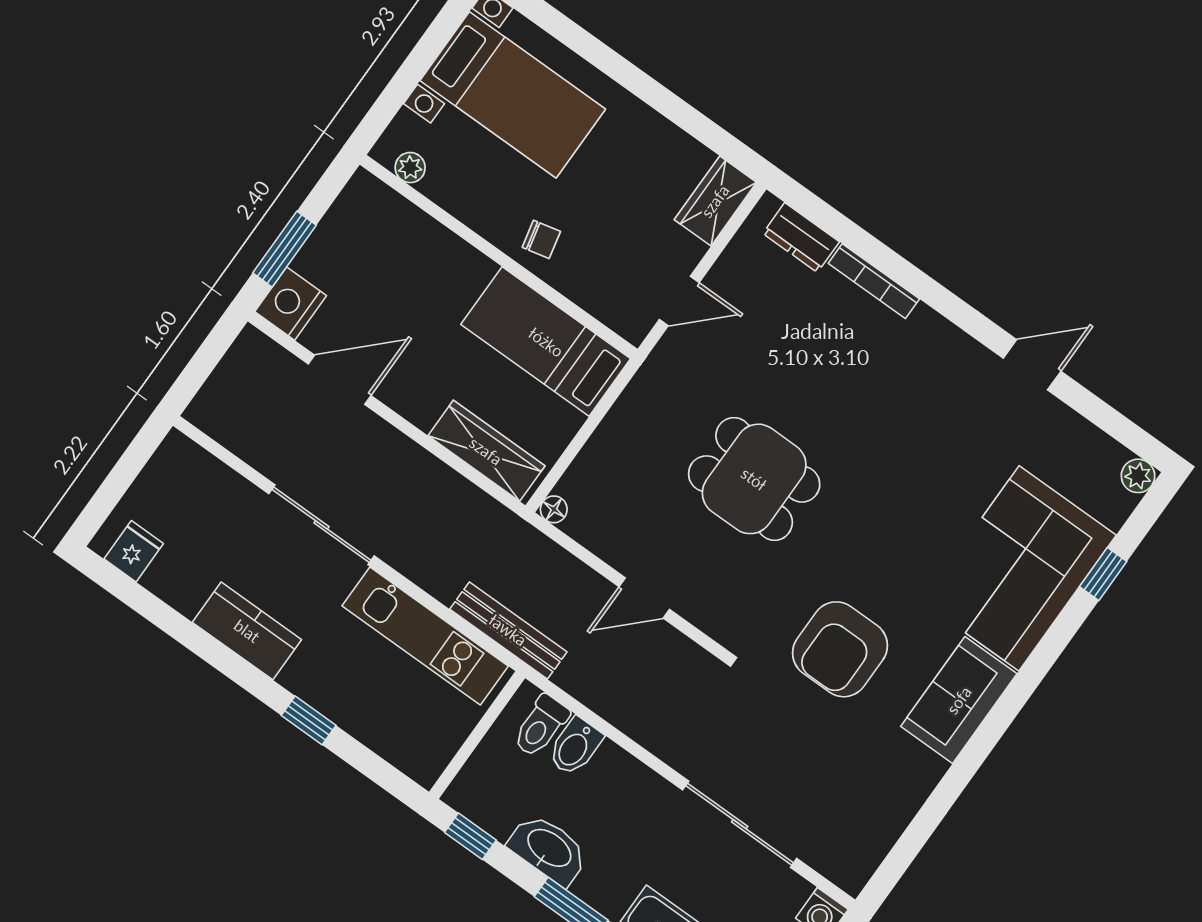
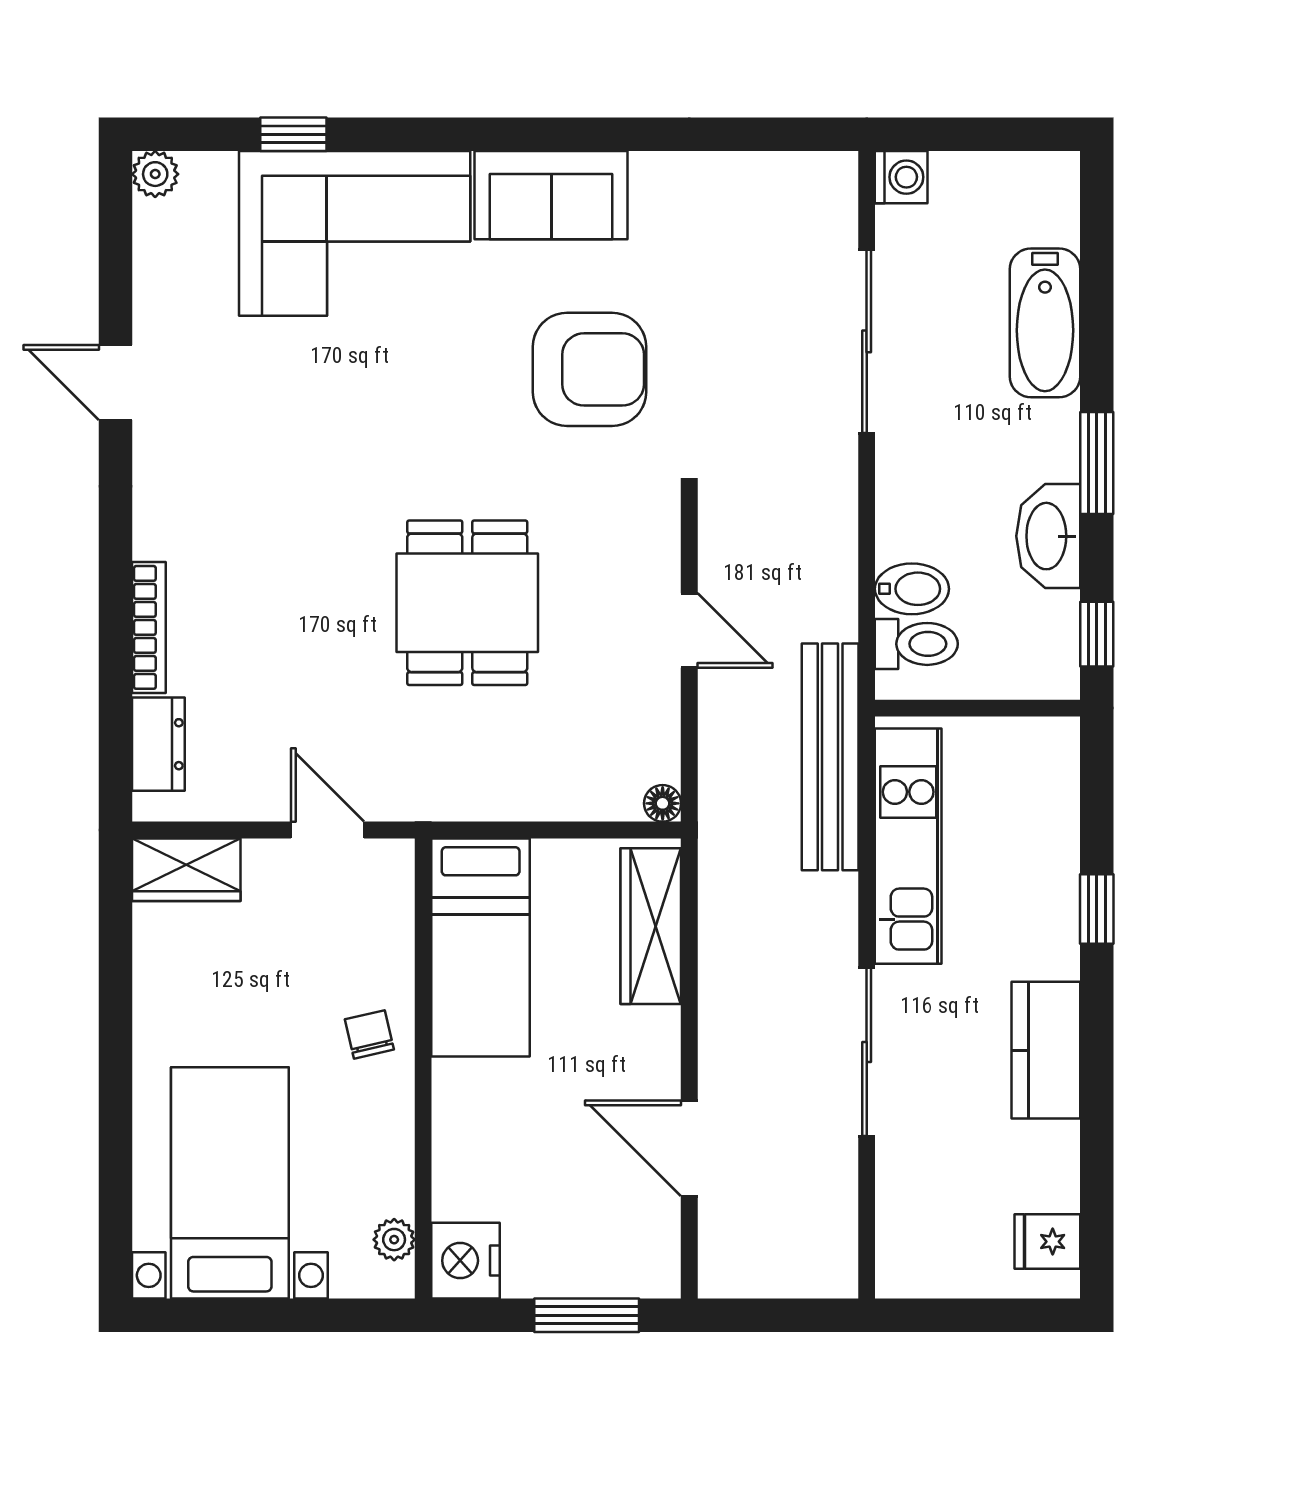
nightstand: (291, 304) -> (466, 1261), moved, turned 90
bench: (508, 630) -> (830, 757), width x1.37, depth x1.21

